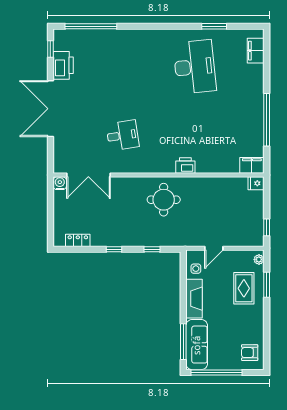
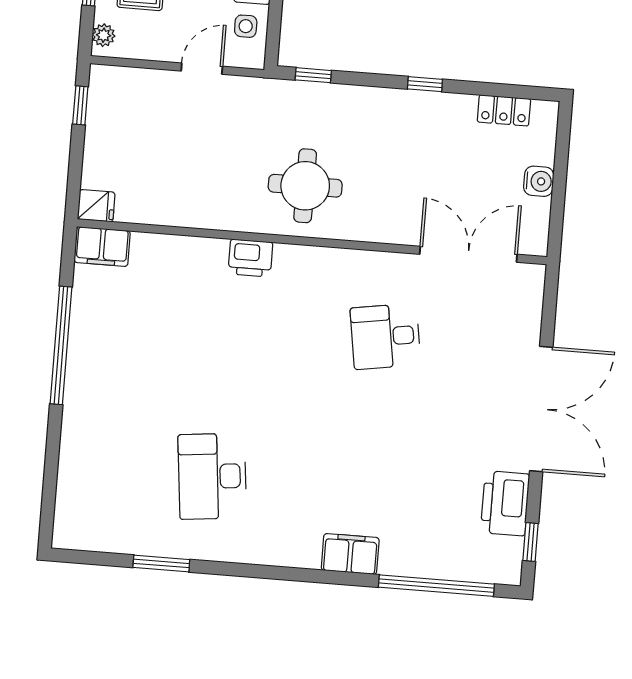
filing cabinet: (256, 51) -> (350, 554), moved, turned -90
desk: (195, 67) -> (212, 476), width x0.73, depth x0.77
water cooler: (60, 183) -> (539, 181), moved, turned -90
window: (152, 249) -> (313, 75), moved

